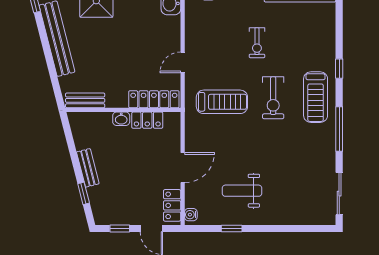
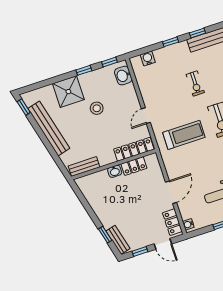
stool: (125, 33) -> (97, 108), added
bench: (88, 168) -> (118, 240), moved

